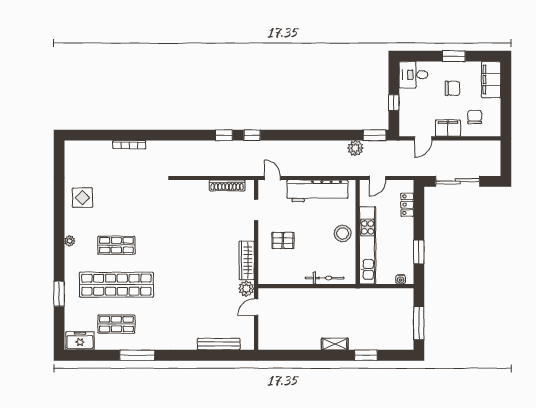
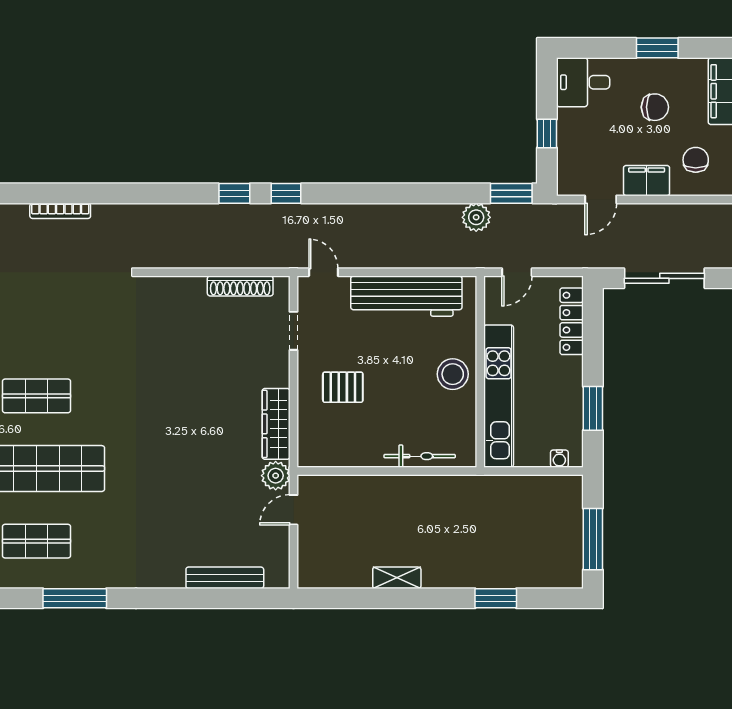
locker: (407, 205) -> (572, 321), width x1.53
shelving: (335, 344) -> (397, 578), moved

